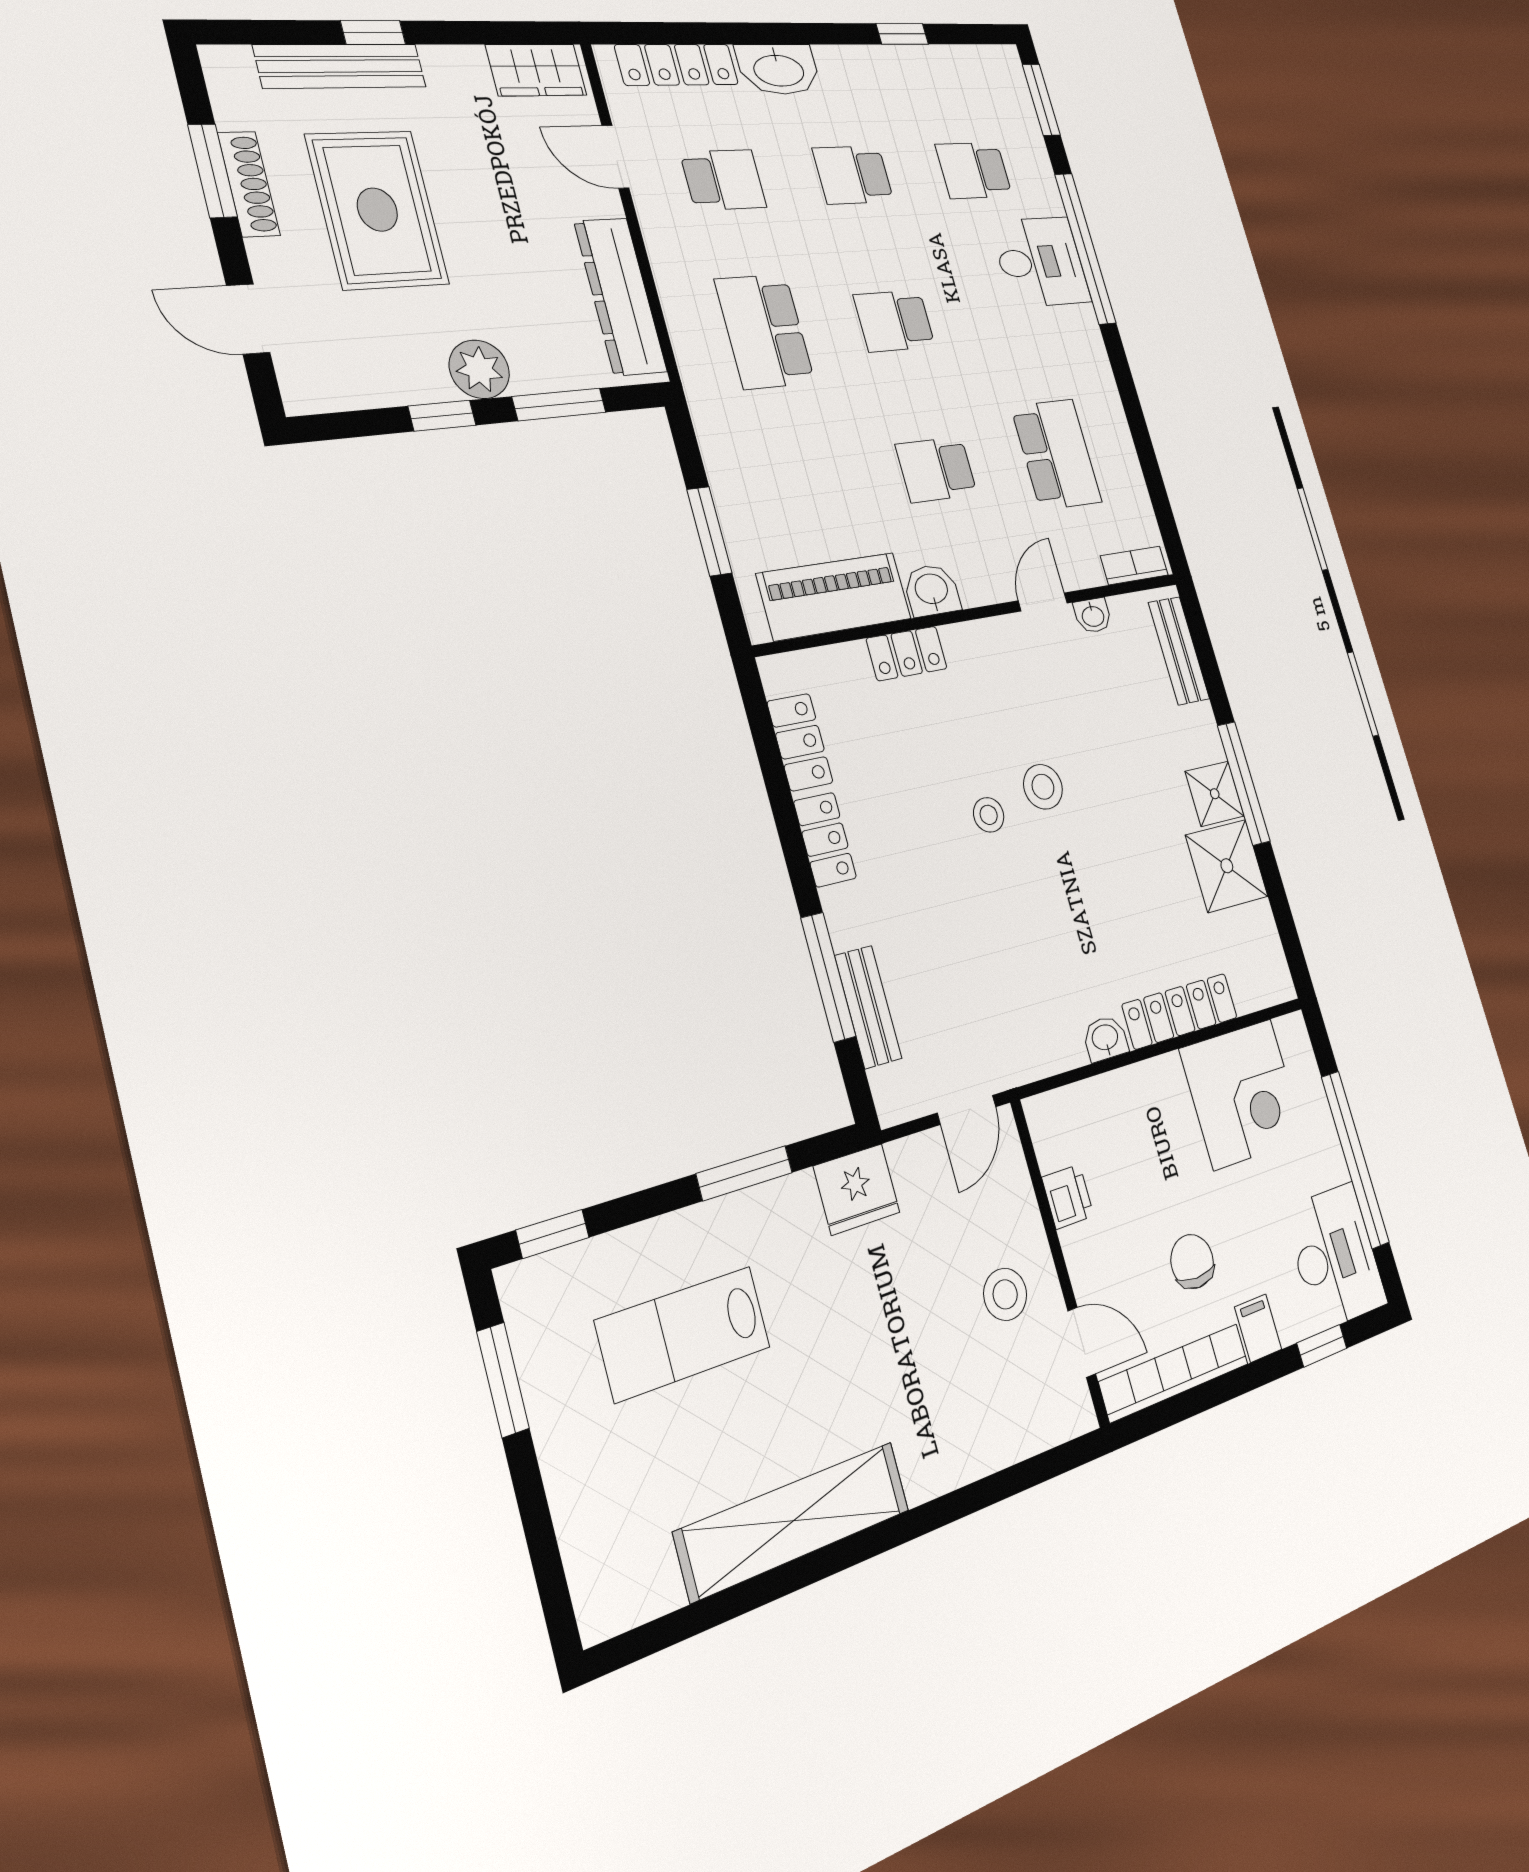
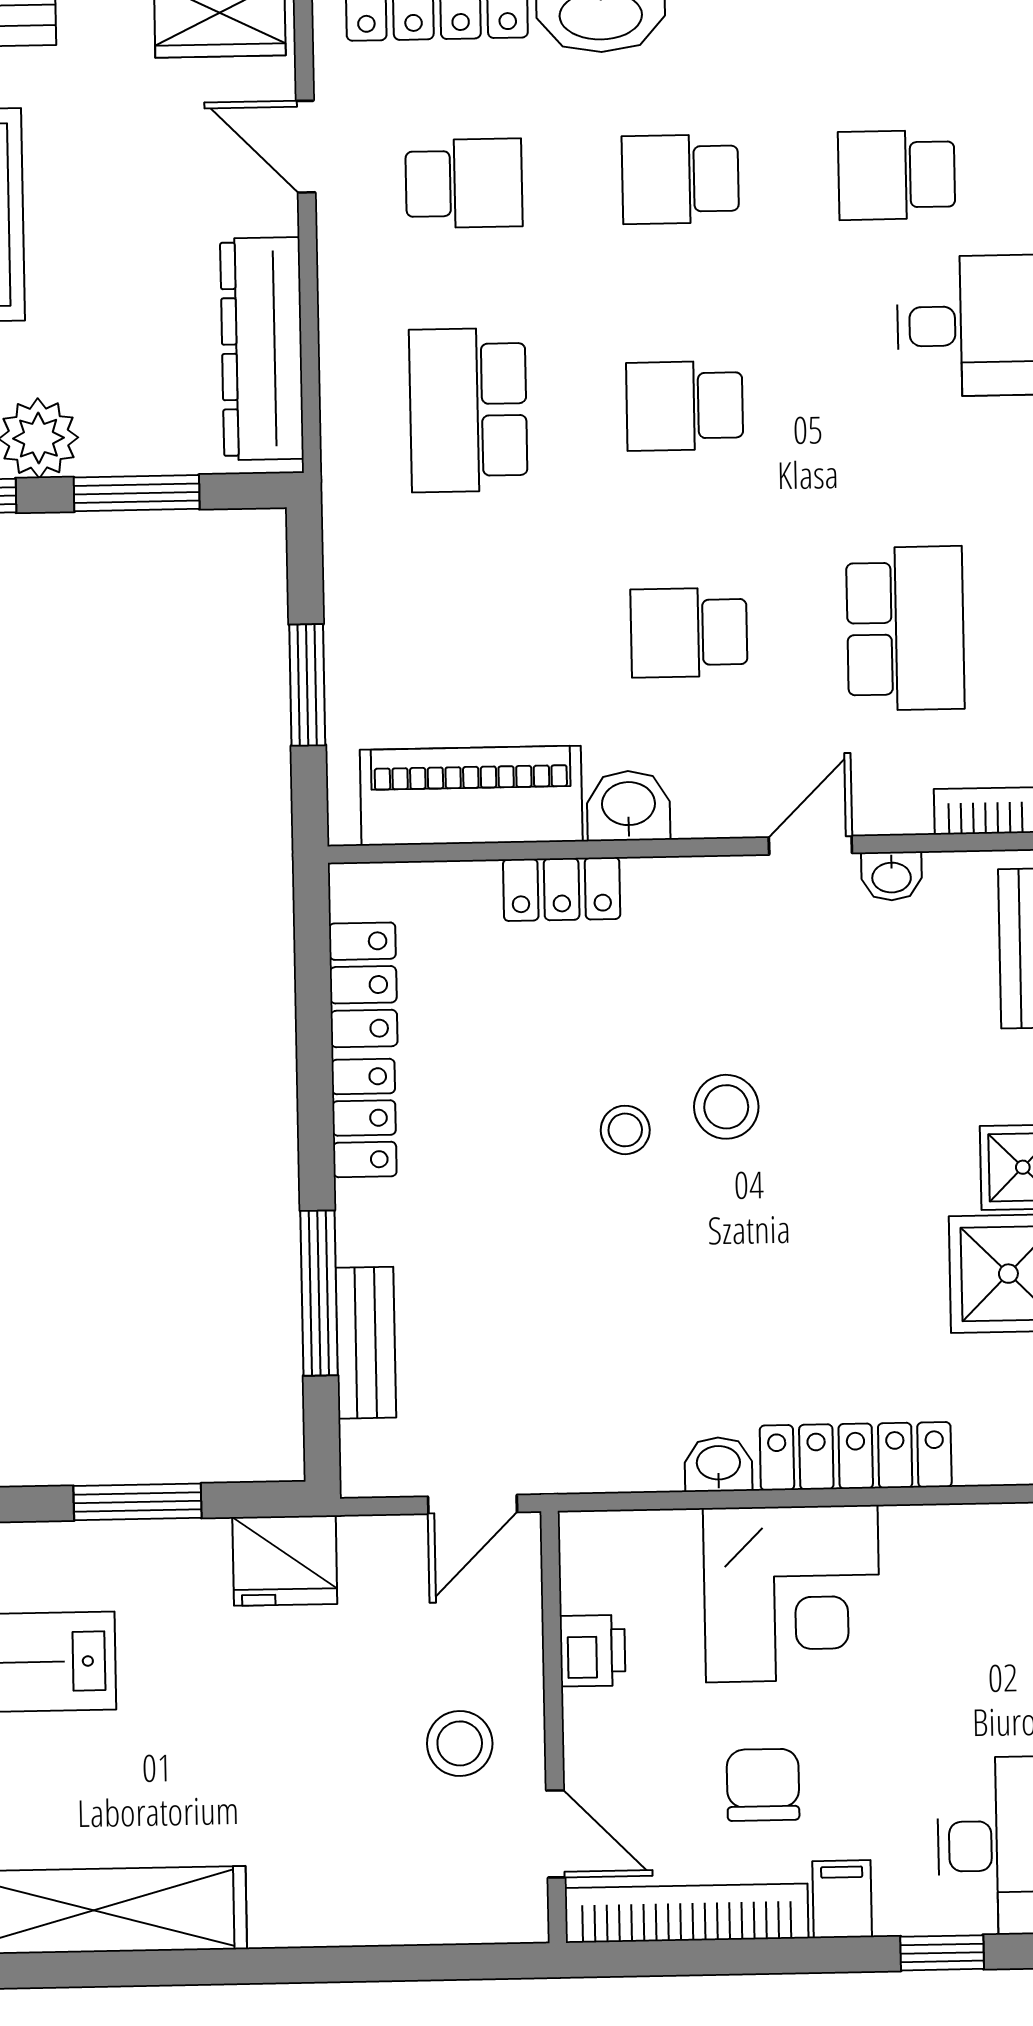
corner desk: (1242, 1094) -> (792, 1594), moved

